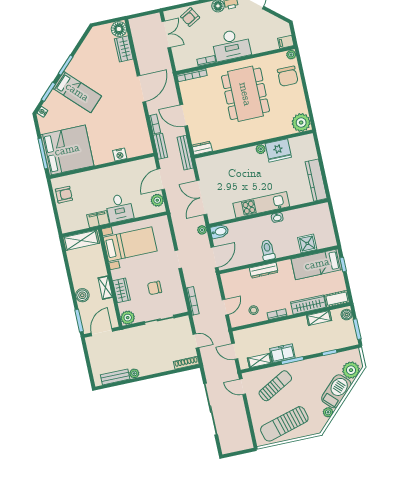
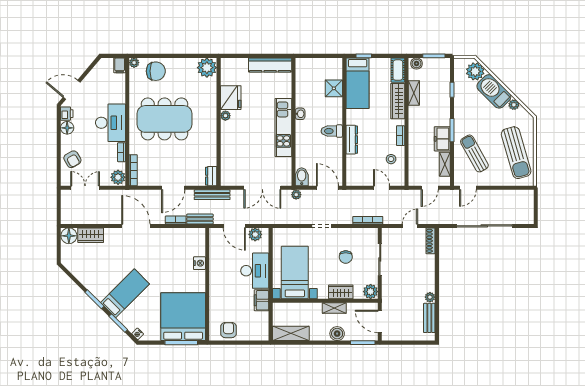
plant: (183, 63) -> (118, 177), added
desk: (119, 208) -> (255, 271), width x1.37
shelving: (81, 240) -> (291, 333), moved, turned 90

